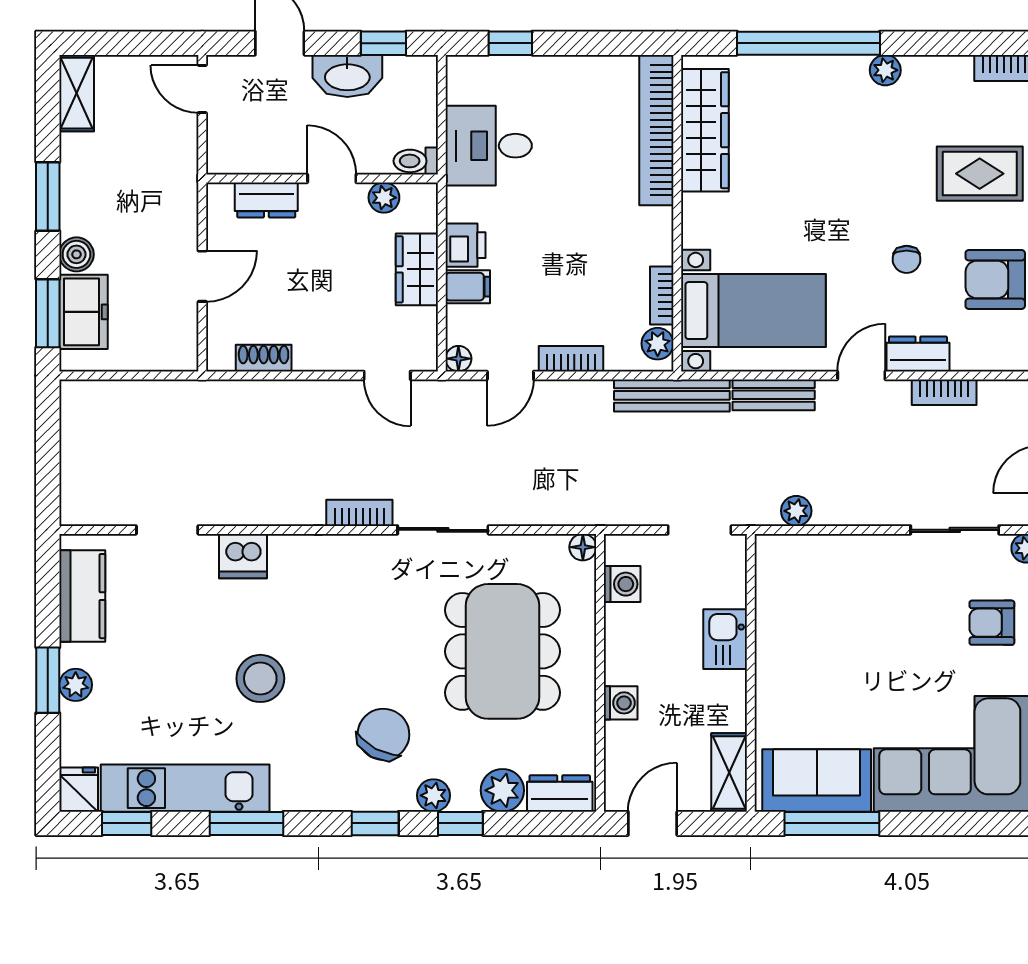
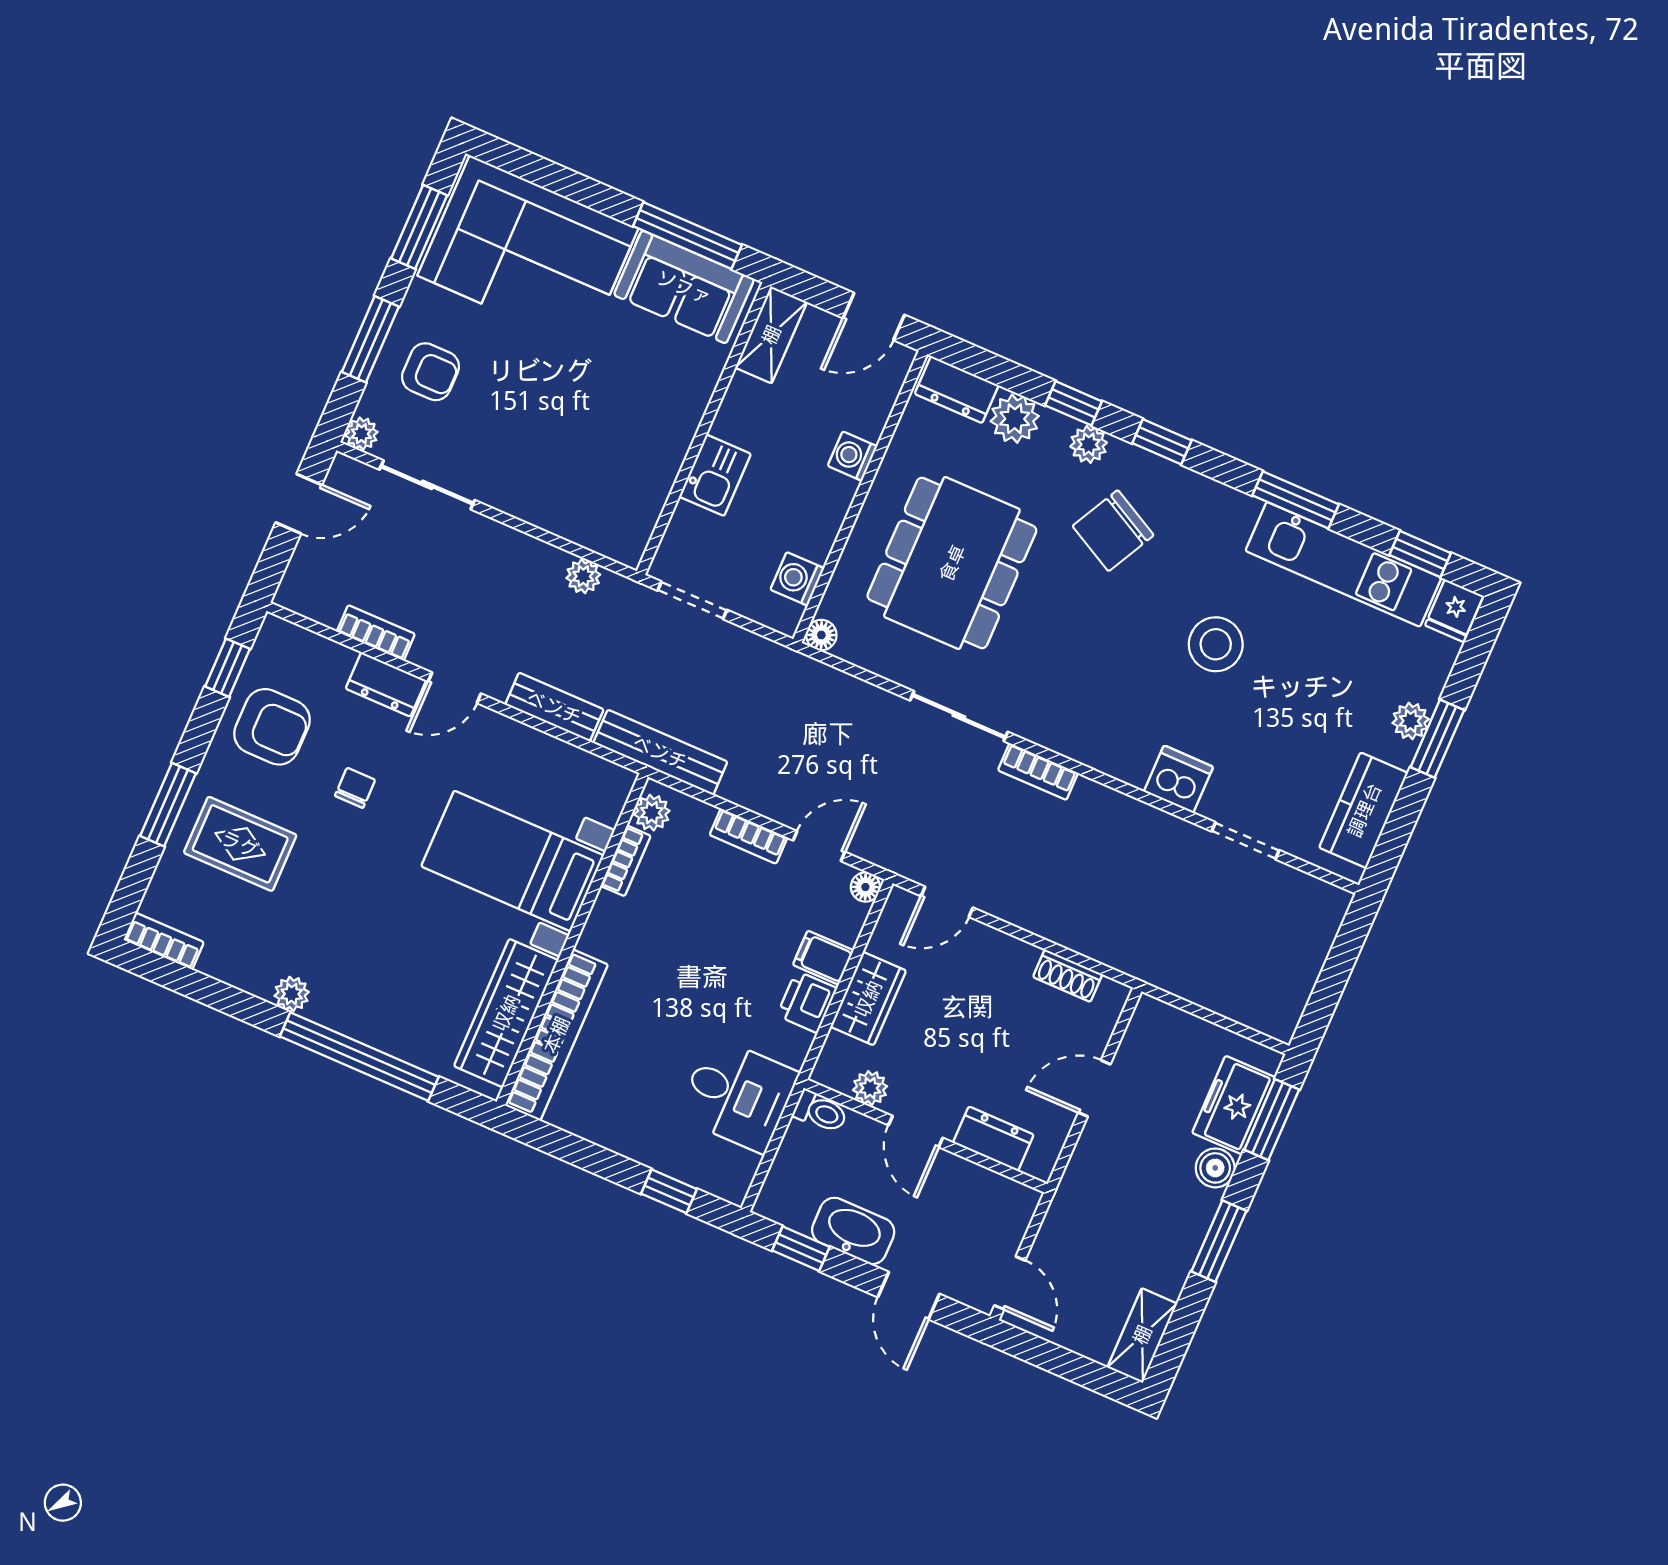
bed with nightstands: (753, 311) -> (512, 861), moved
door: (387, 375) -> (947, 902), swing flipped

